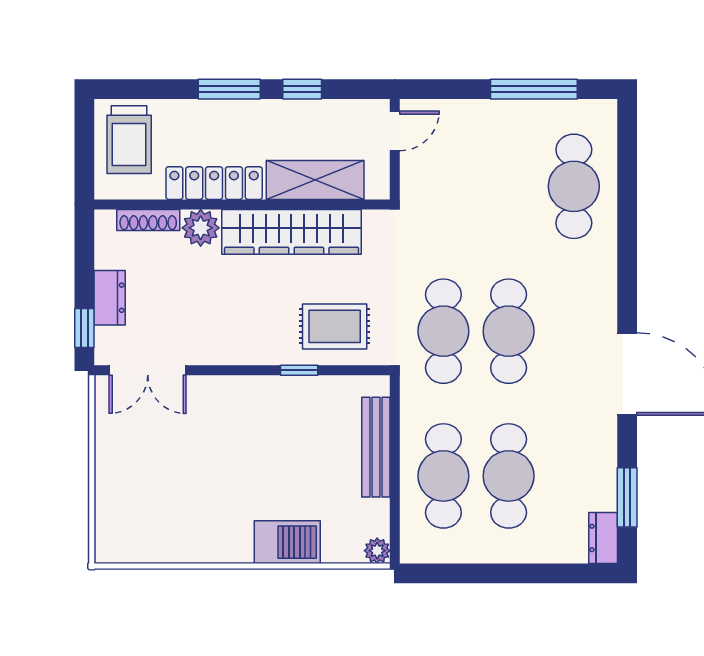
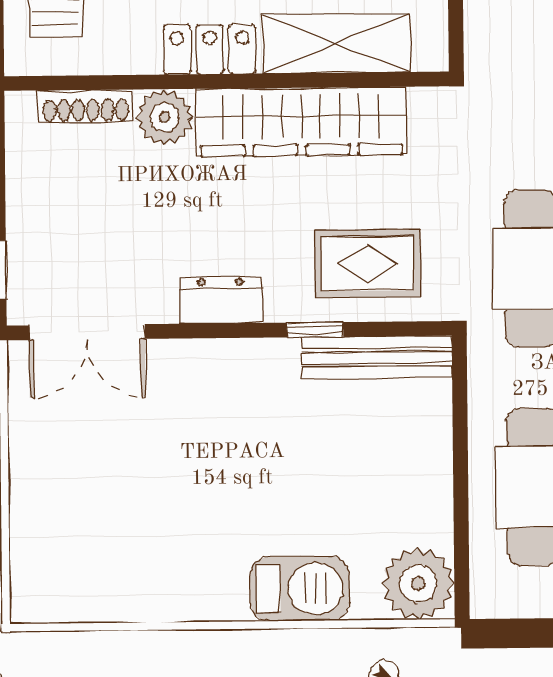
locker: (214, 183) -> (210, 49), width x0.66
dresser: (110, 298) -> (221, 300), moved, turned -90
bench: (376, 447) -> (377, 357), moved, turned 90
plant: (377, 551) -> (418, 583), width x1.88, depth x1.88

